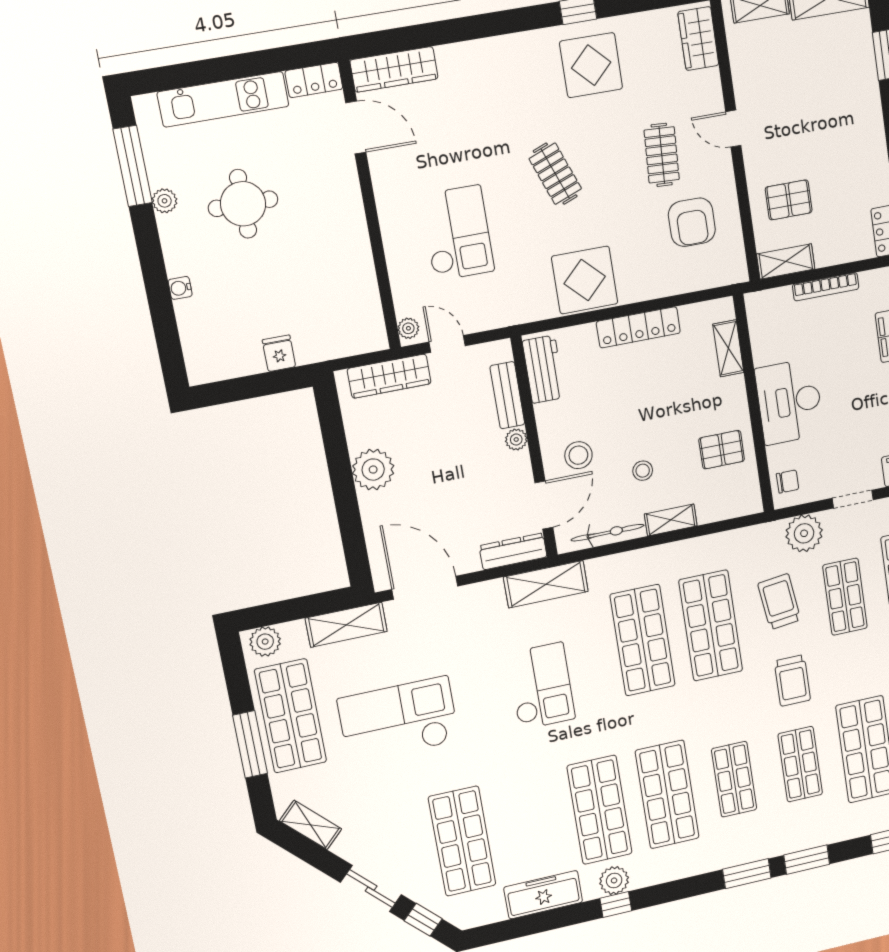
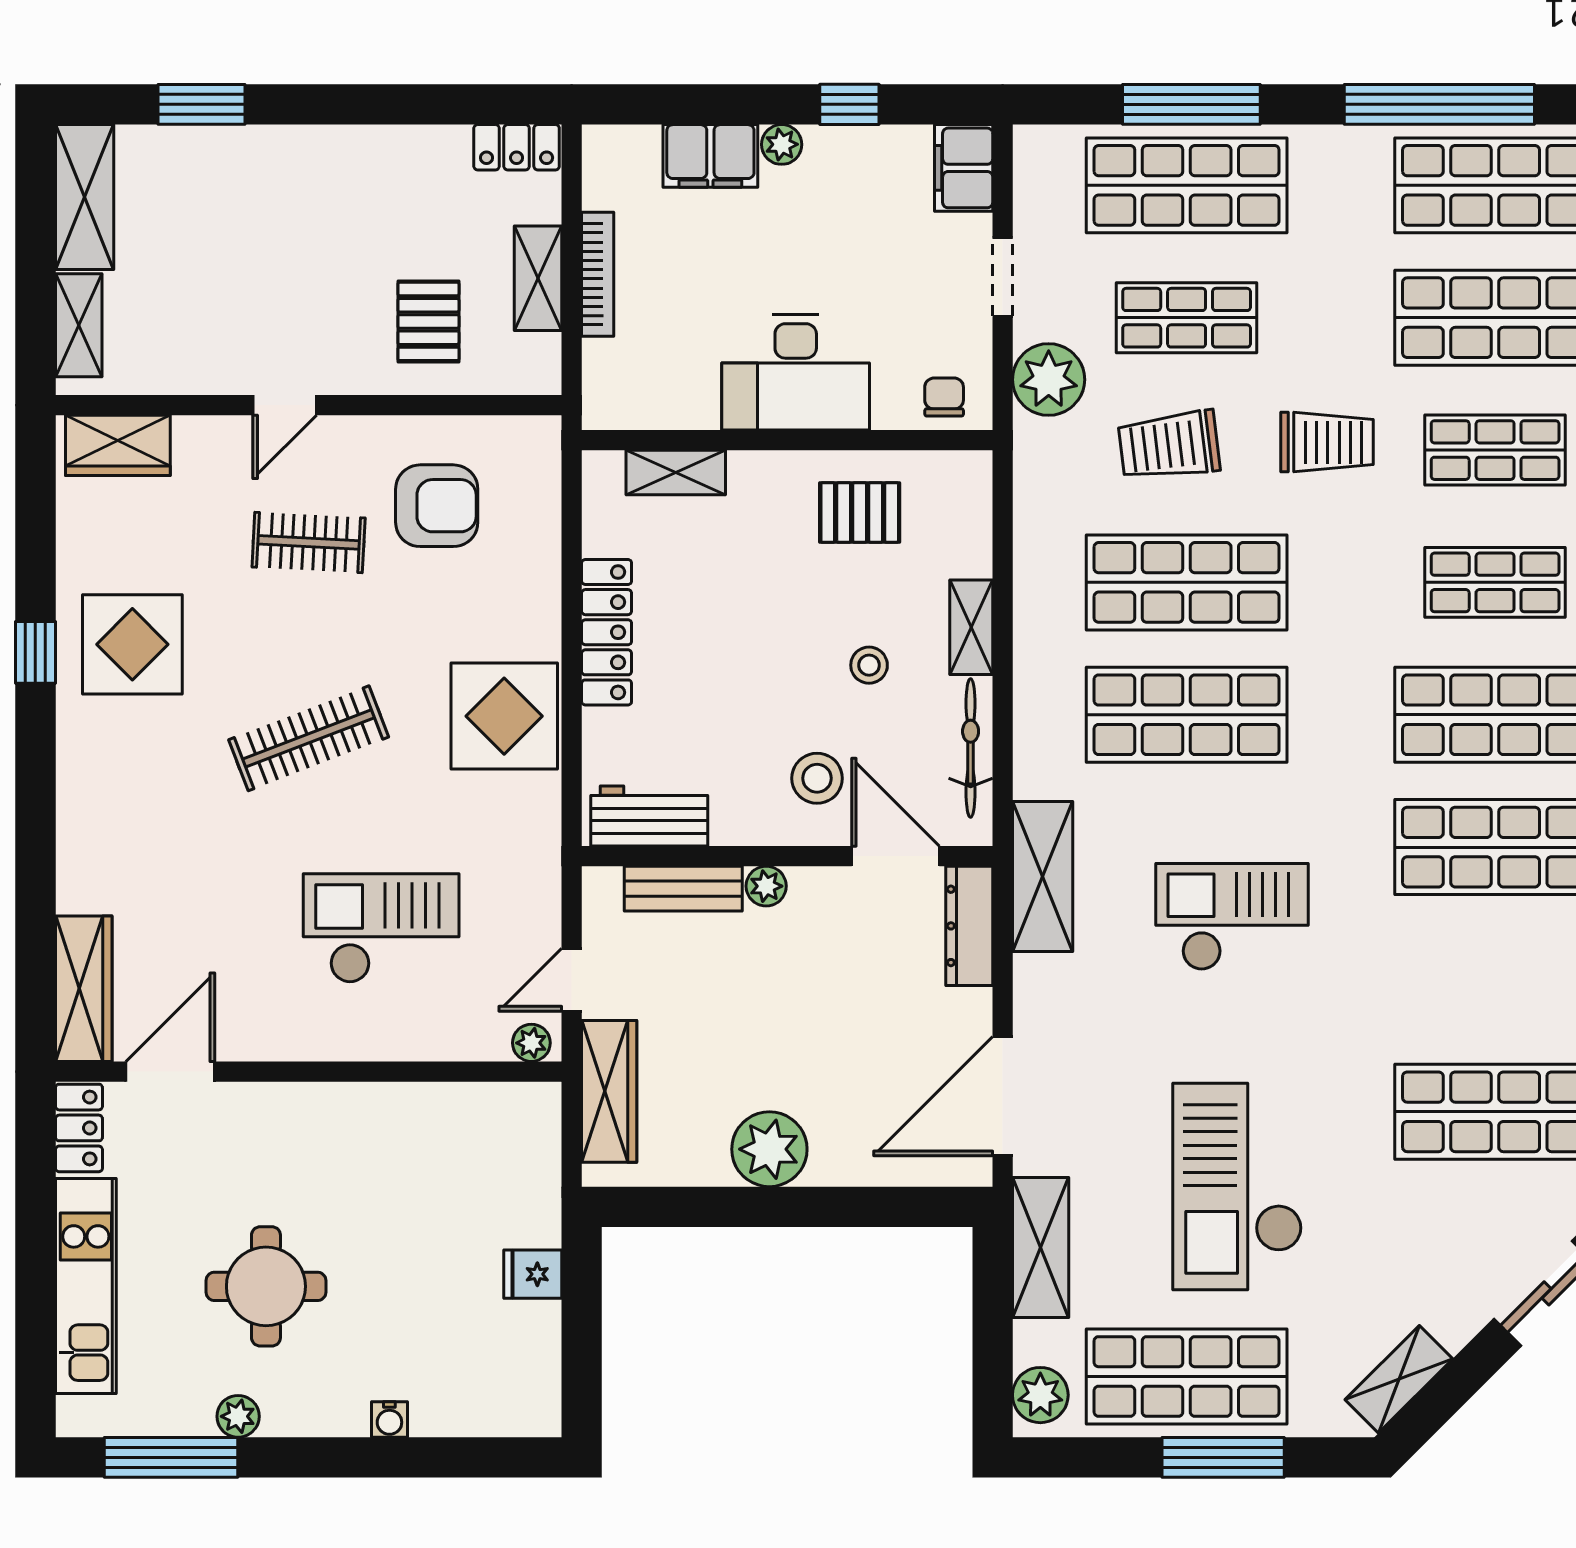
clothes rail: (555, 174) -> (309, 738), width x1.36
shelving: (786, 261) -> (538, 278), moved
pallet: (722, 450) -> (860, 513), turned 90

